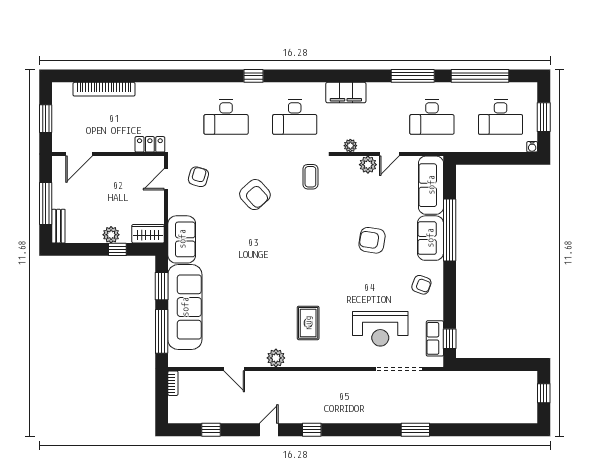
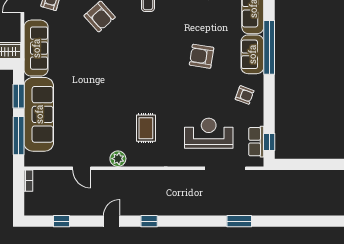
sofa: (182, 239) -> (36, 48), width x1.36
reception desk: (380, 329) -> (209, 133), turned 180

